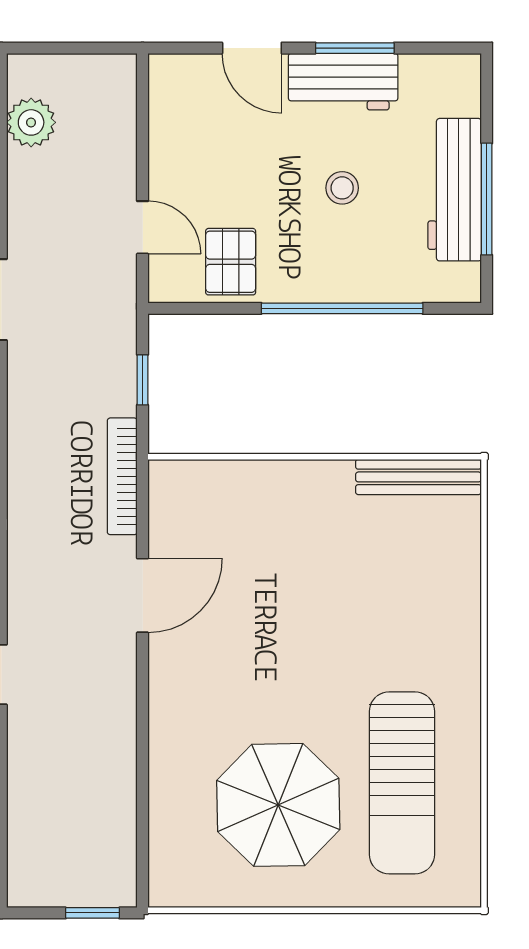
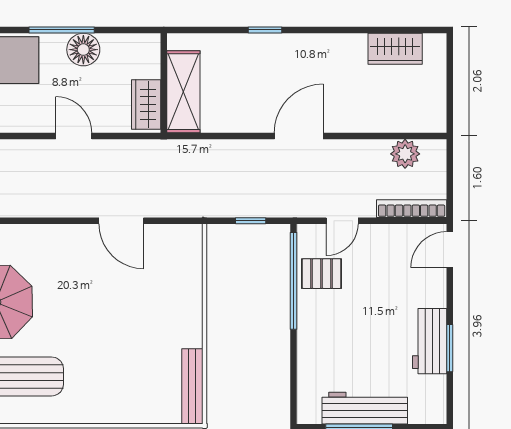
door: (252, 48) -> (450, 250), moved
stool: (342, 188) -> (366, 341), removed
window: (342, 308) -> (294, 281), moved
bookcase: (122, 476) -> (412, 209), moved

